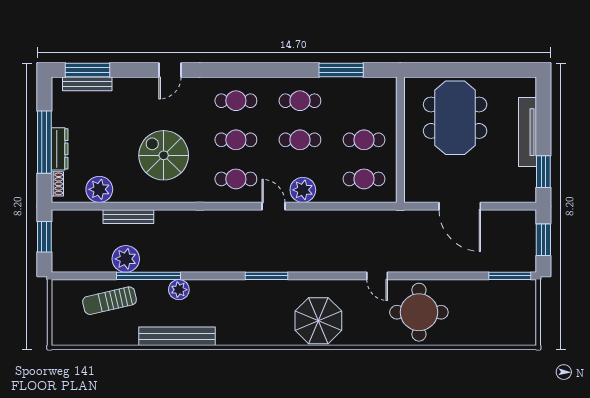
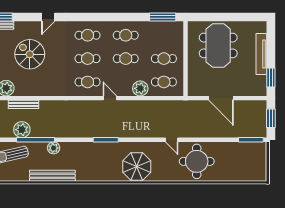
window: (341, 70) -> (163, 17), moved
spiral stairs: (164, 155) -> (30, 54), moved
plant: (303, 190) -> (140, 88), moved

